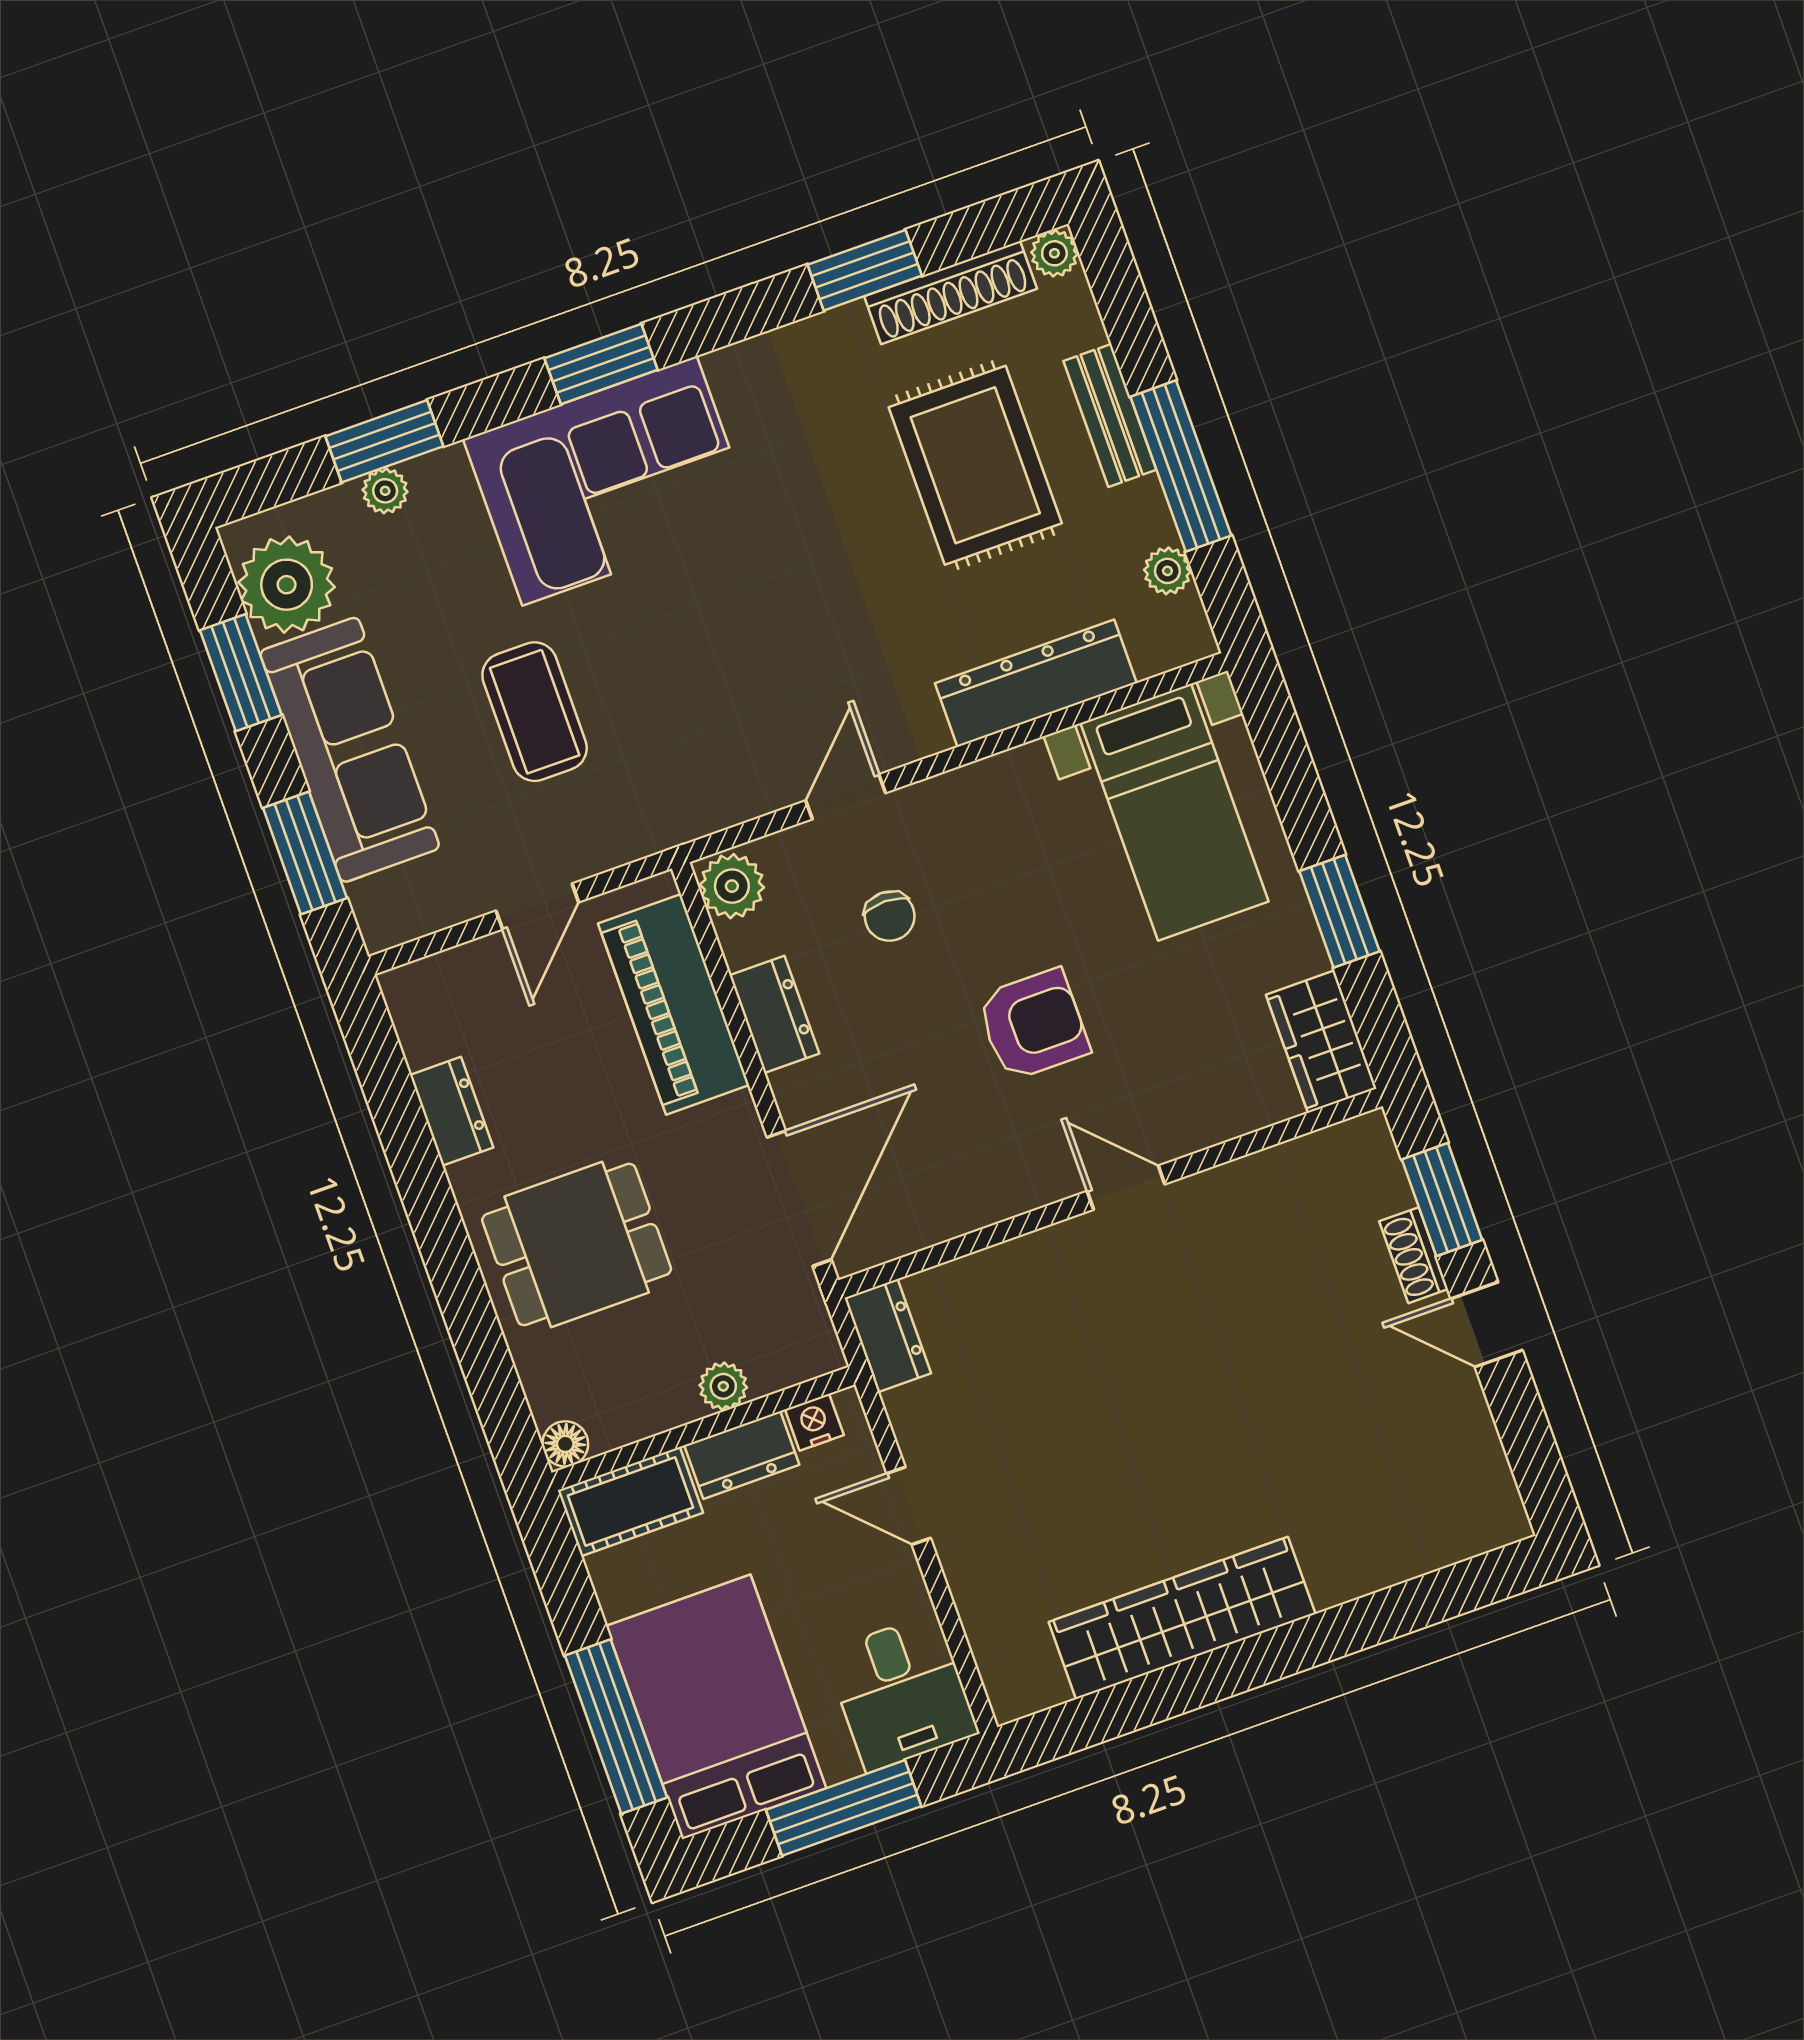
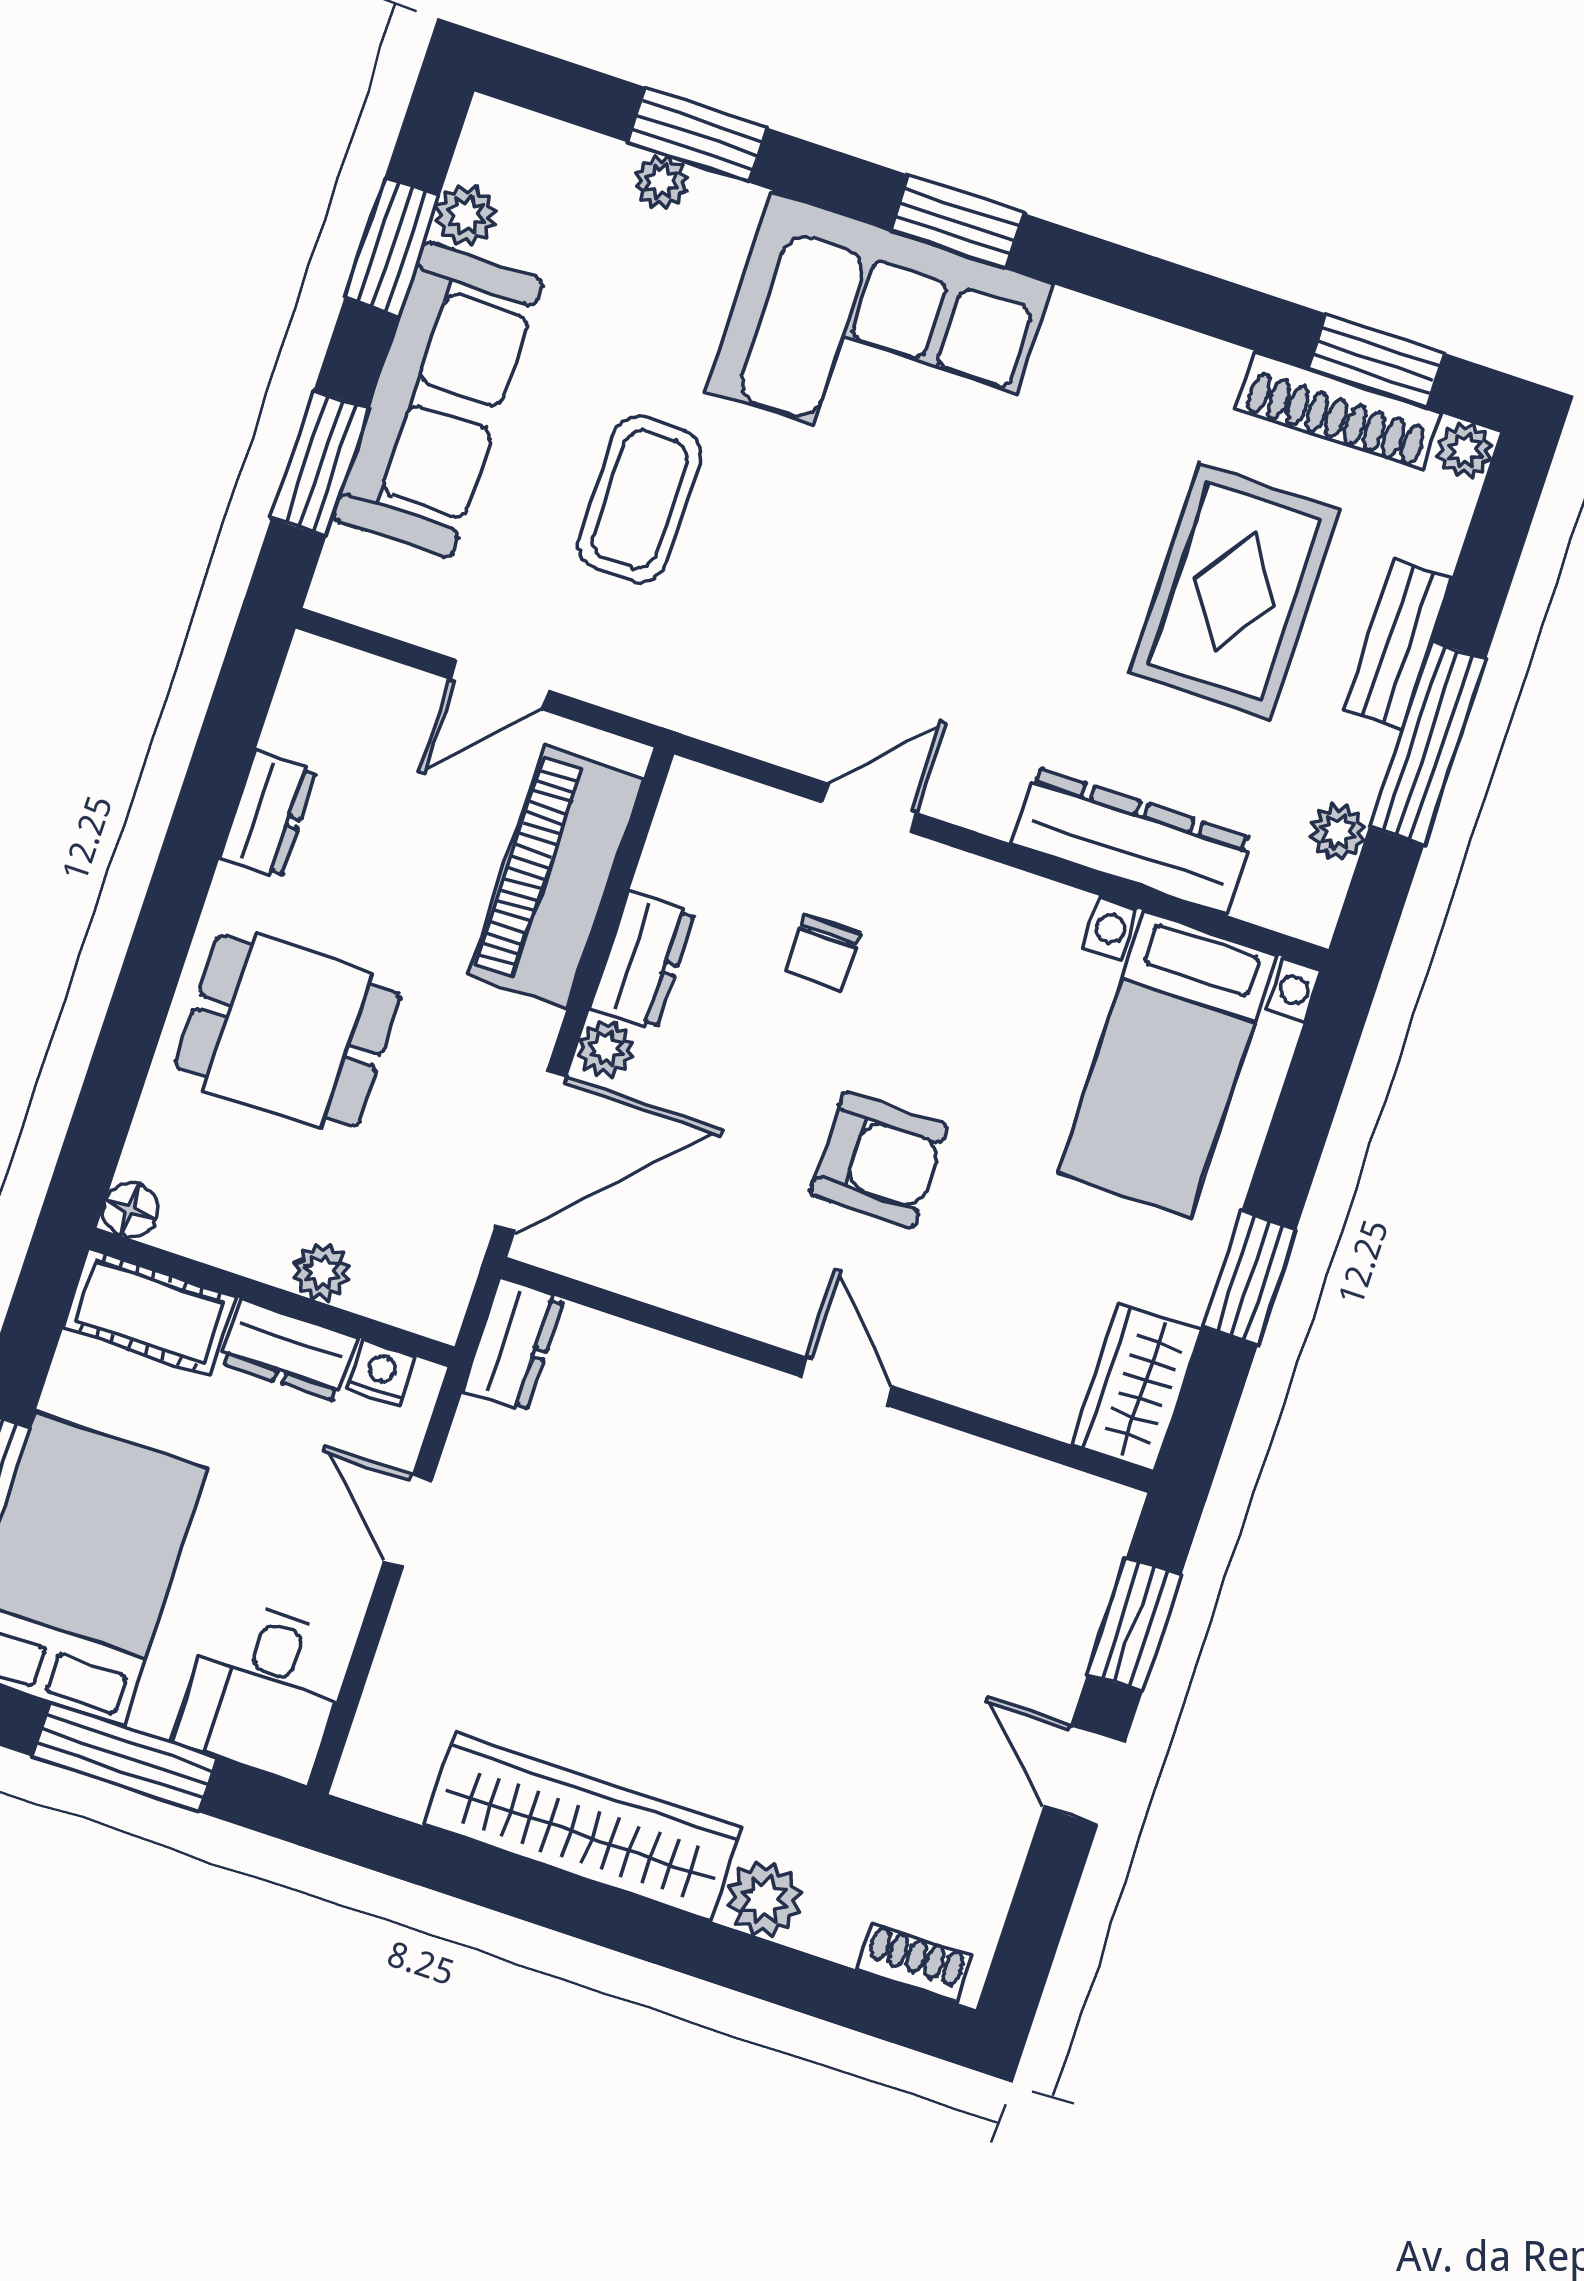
window: (865, 270) -> (1376, 361), moved
plant: (287, 585) -> (466, 215), width x0.53, depth x0.53
plant: (732, 886) -> (606, 1049), moved, width x0.73, depth x0.73
shoe rack: (1414, 1255) -> (914, 1962), moved, turned 90
plant: (1339, 1572) -> (764, 1899), added

